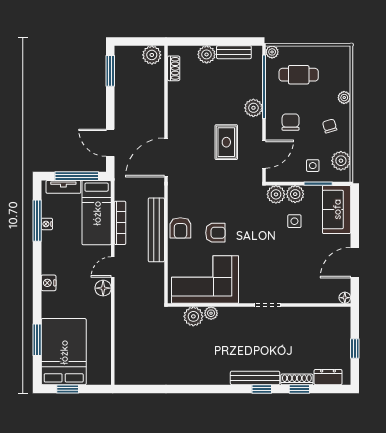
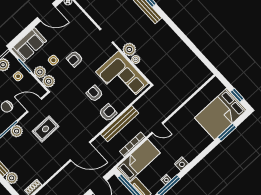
armchair: (274, 246) -> (75, 59), added
nightstand: (49, 283) -> (181, 164), moved
floor lamp: (103, 288) -> (172, 123), removed
plant: (193, 316) -> (129, 49), moved

